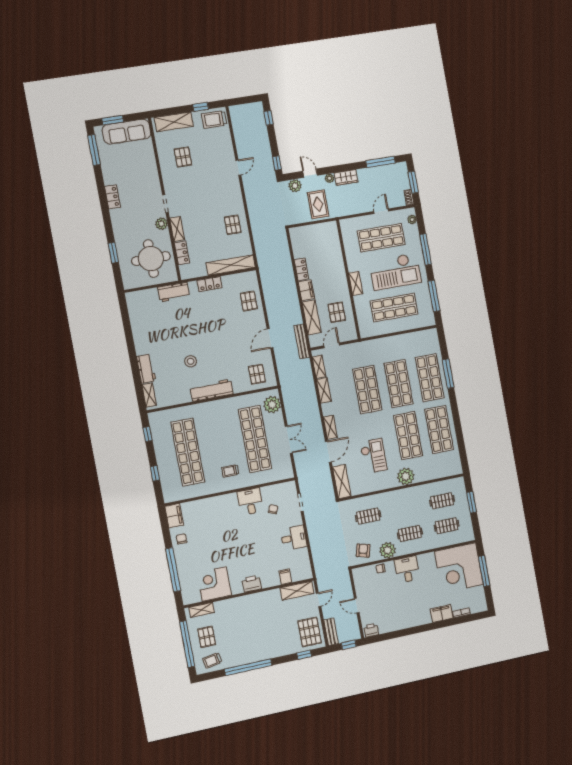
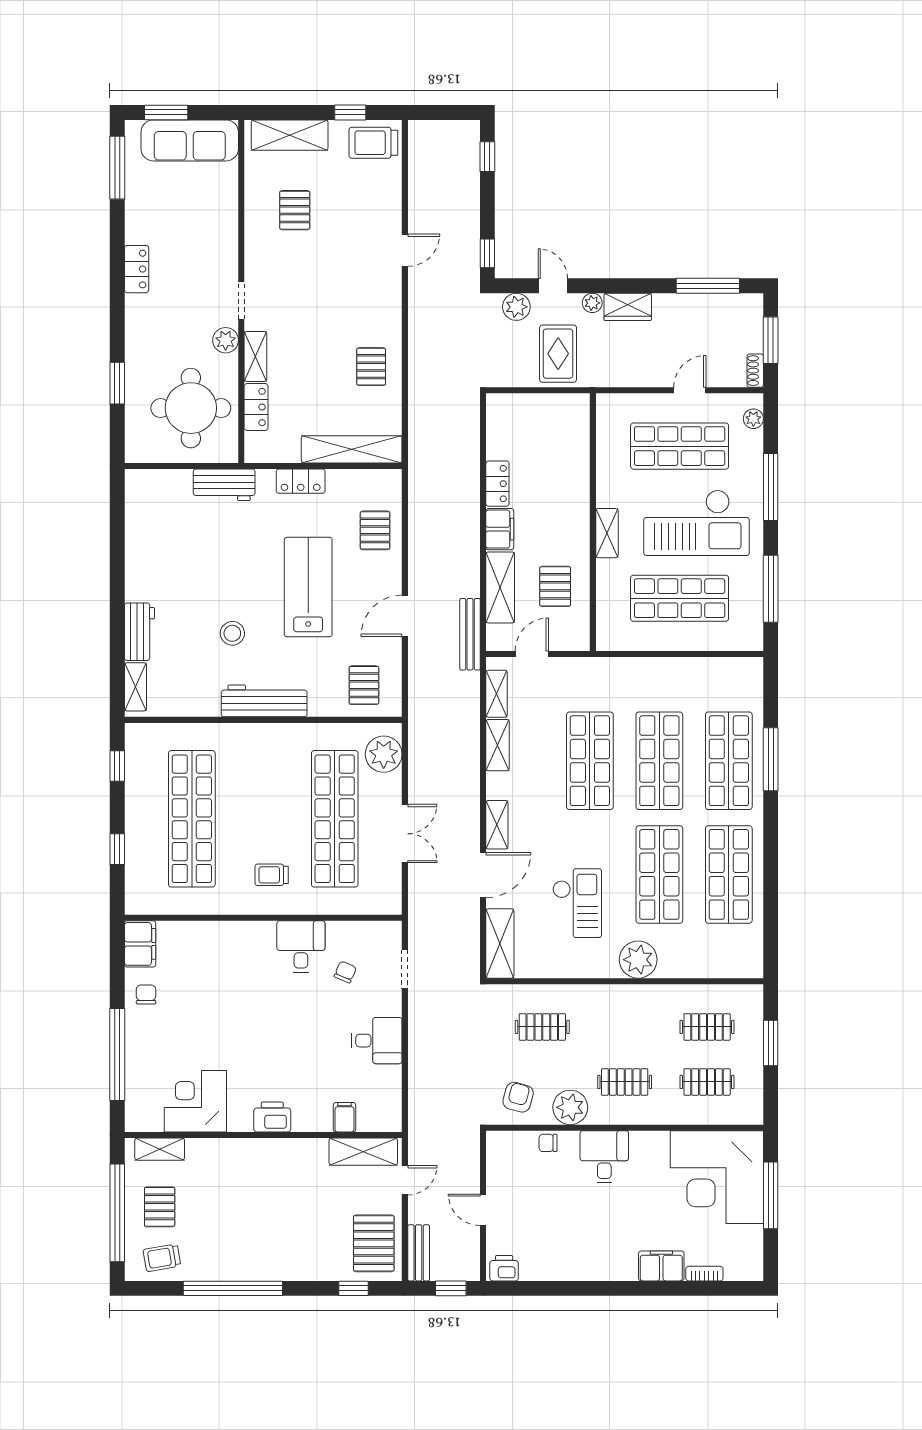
lab bench: (222, 333) -> (308, 587), added

